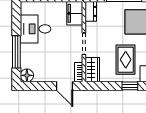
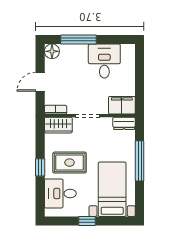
door: (64, 86) -> (40, 82), moved

